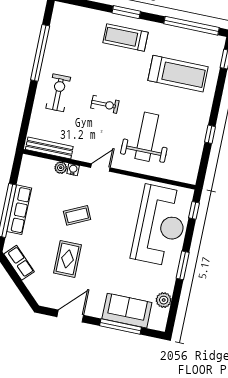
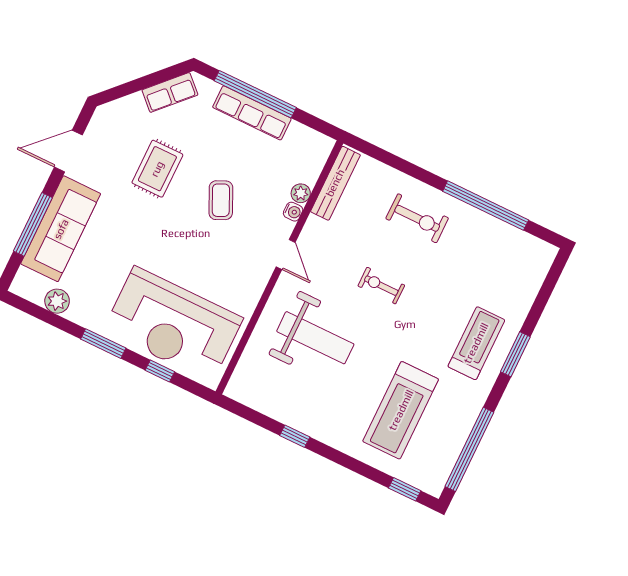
exercise bike: (105, 104) -> (381, 286), turned 90
window: (194, 210) -> (160, 371), moved
rug: (67, 259) -> (157, 169), turned 90
sofa: (127, 311) -> (61, 229), width x1.36
door: (70, 316) -> (68, 151), swing flipped

